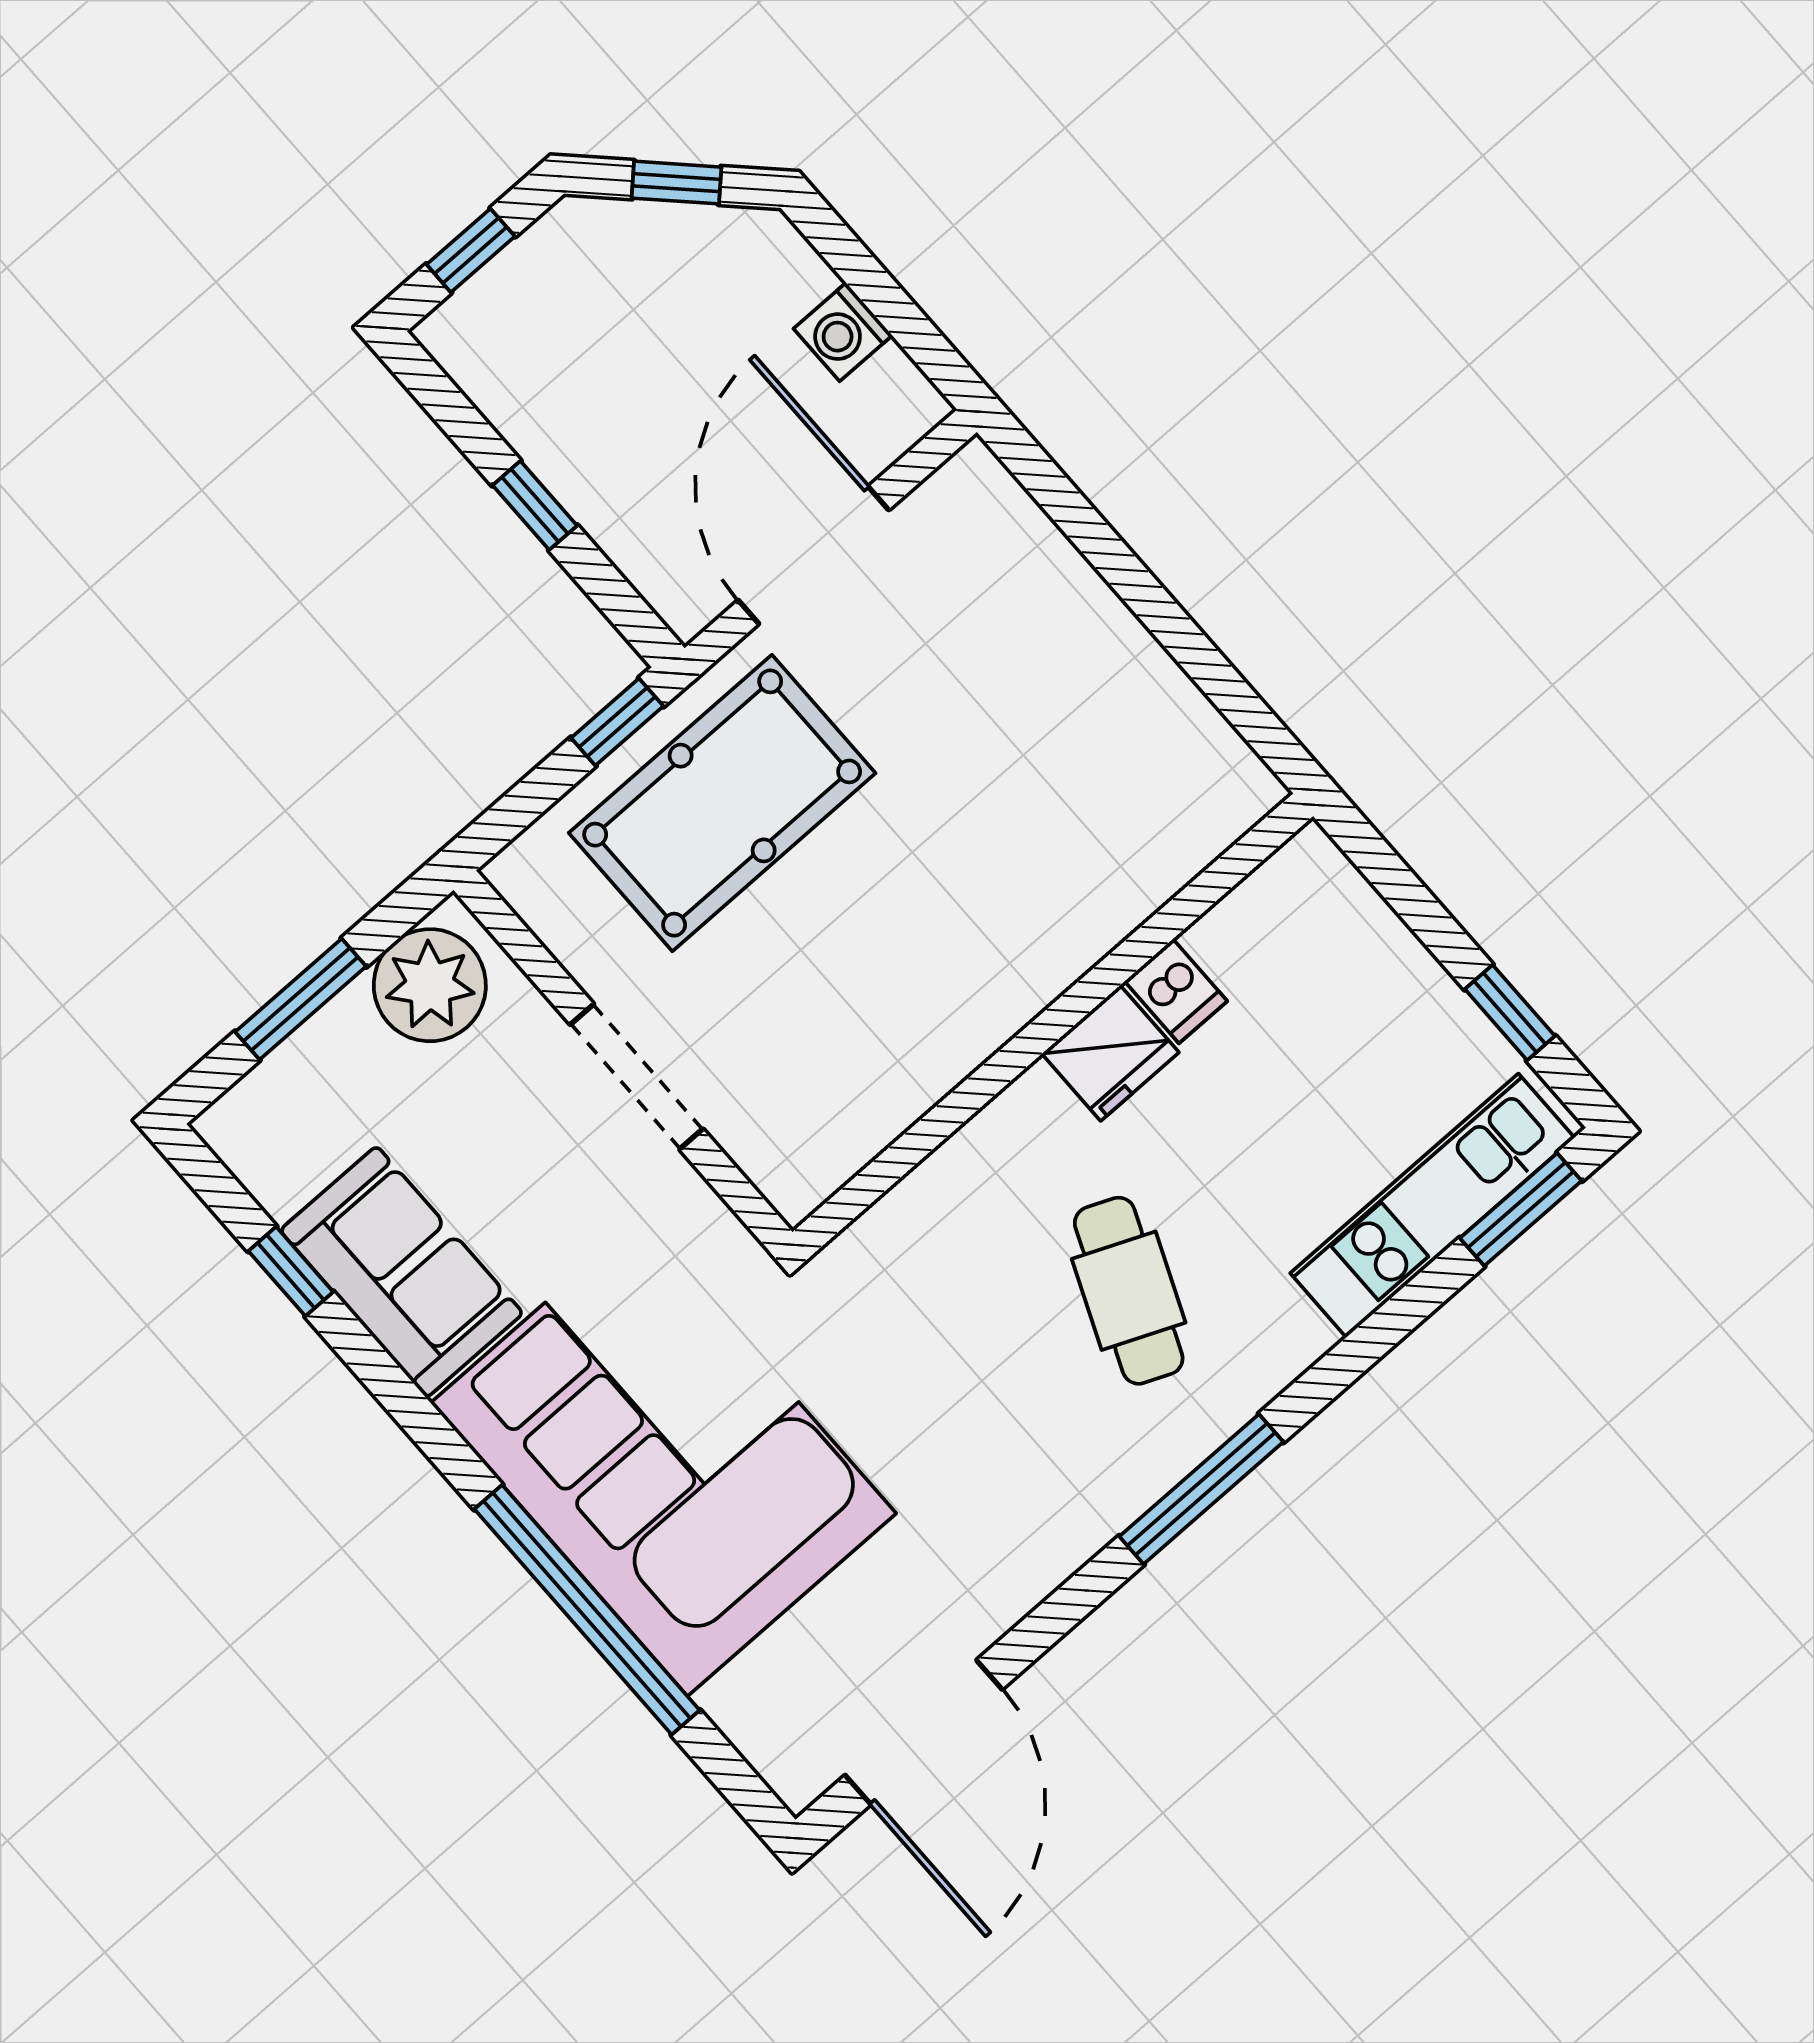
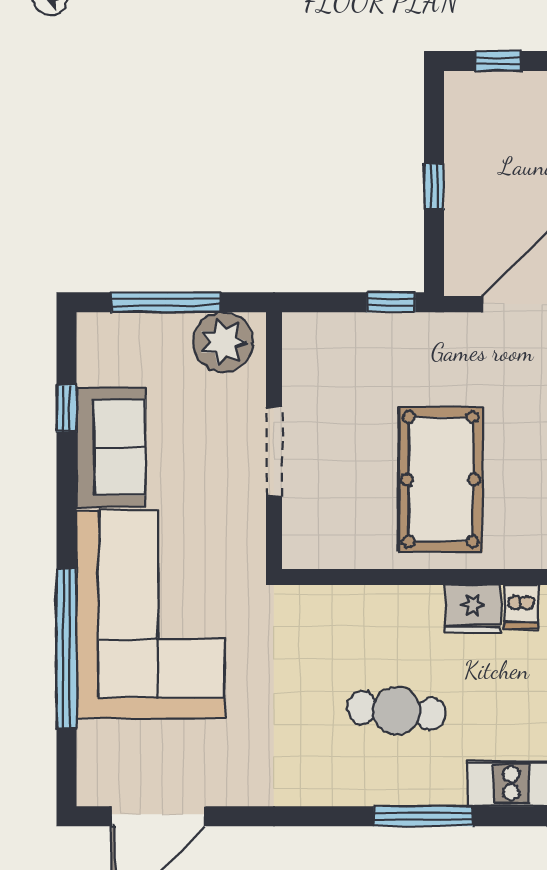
pool table: (722, 803) -> (441, 479), moved, turned 90
window: (301, 999) -> (166, 302), width x1.44
cafe table: (1129, 1291) -> (396, 711), turned 72
window: (1201, 1489) -> (423, 816), moved

